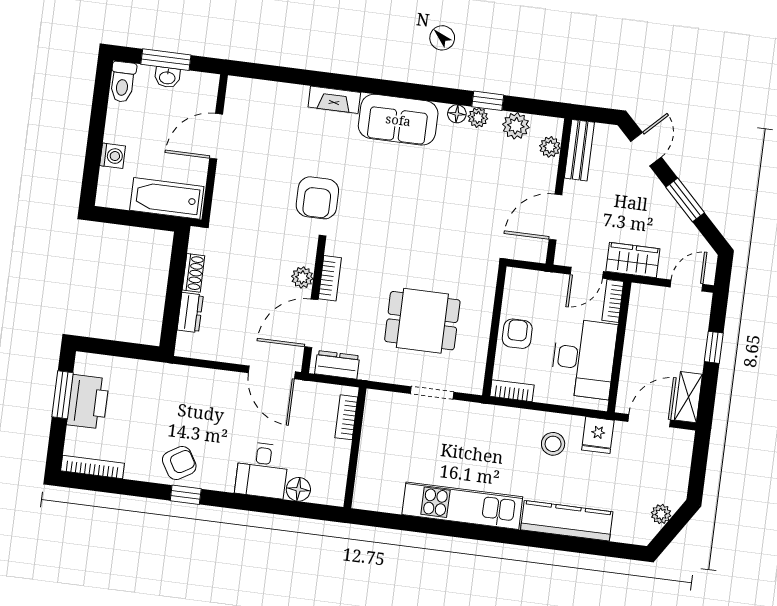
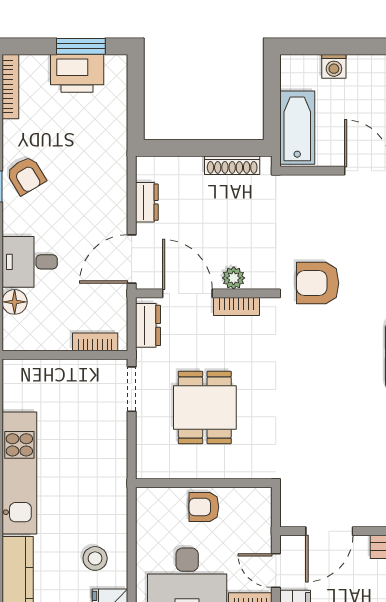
door: (556, 217) -> (329, 531), swing flipped
shoe rack: (193, 273) -> (232, 165), width x1.43
dresser: (190, 312) -> (147, 202), moved, turned -90
armchair: (517, 334) -> (204, 507), turned 180
bookcase: (512, 391) -> (145, 509), removed
doorway: (432, 393) -> (132, 389), moved

